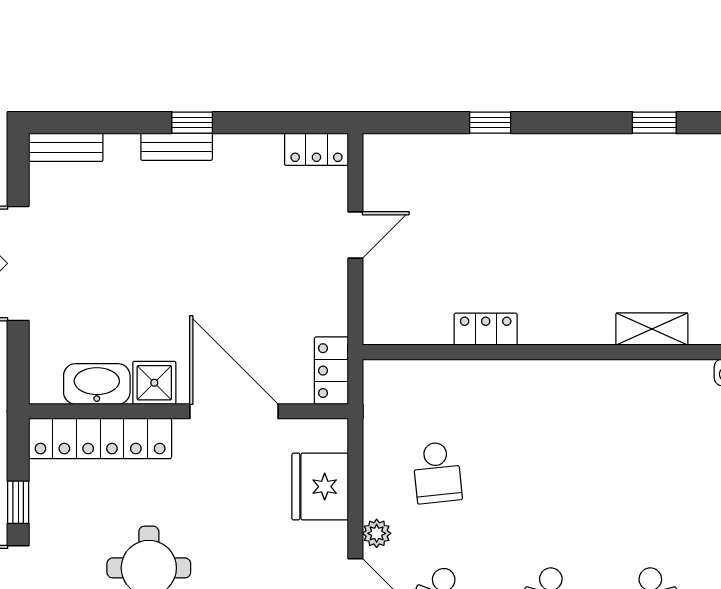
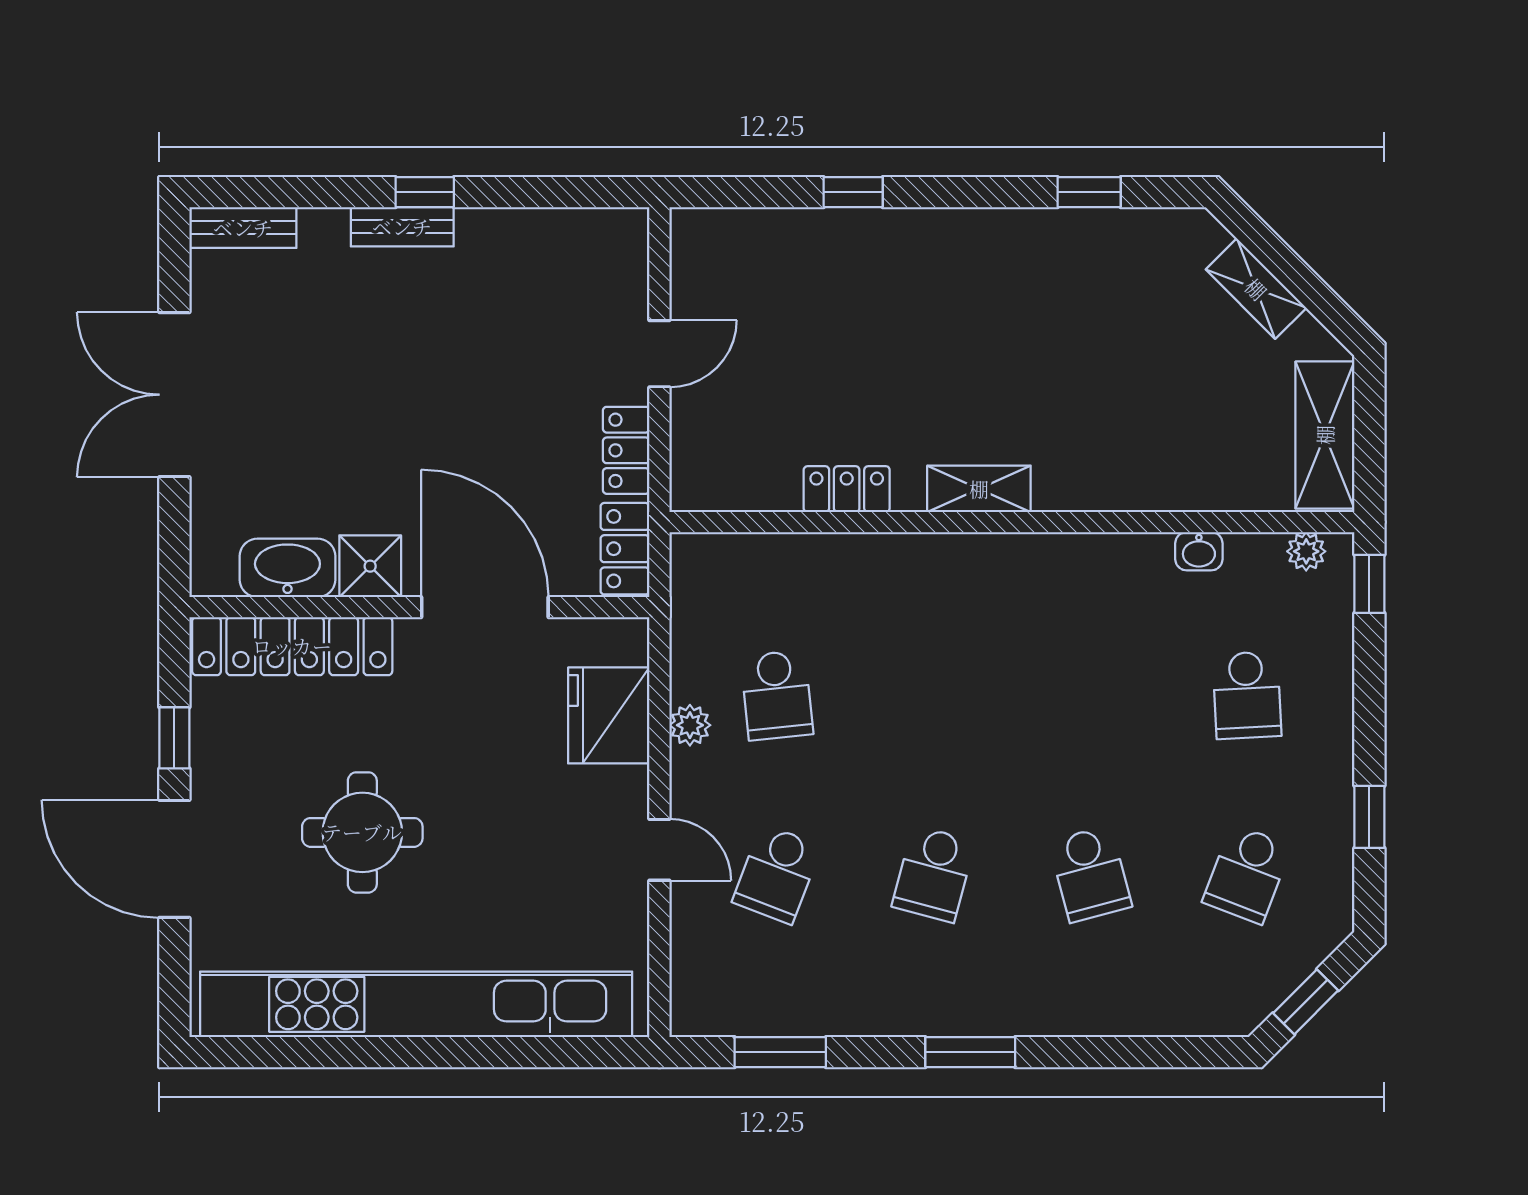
locker: (316, 149) -> (626, 450), moved, turned 90
shelving: (652, 329) -> (979, 489), moved
plant: (377, 533) -> (690, 725), moved

